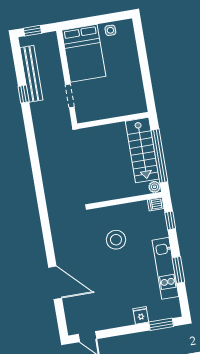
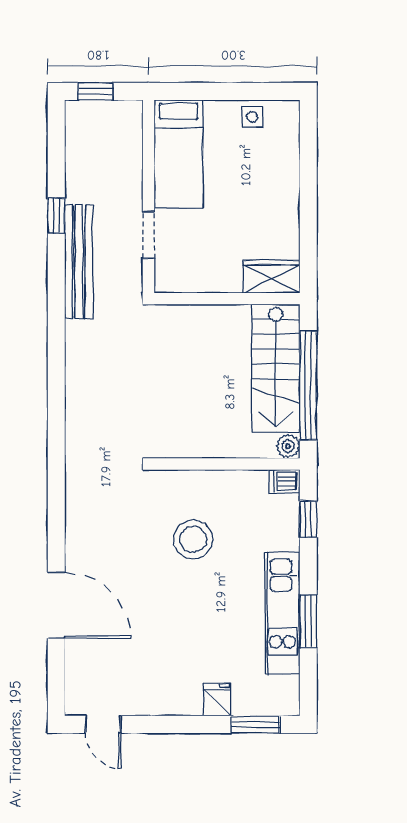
bed: (84, 53) -> (179, 154), width x0.67
bench: (31, 74) -> (79, 262), moved
wardrobe: (133, 106) -> (271, 277), added

